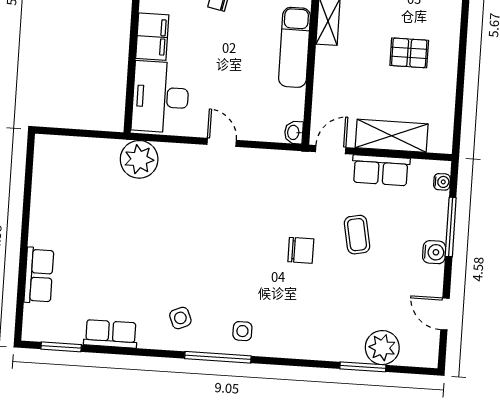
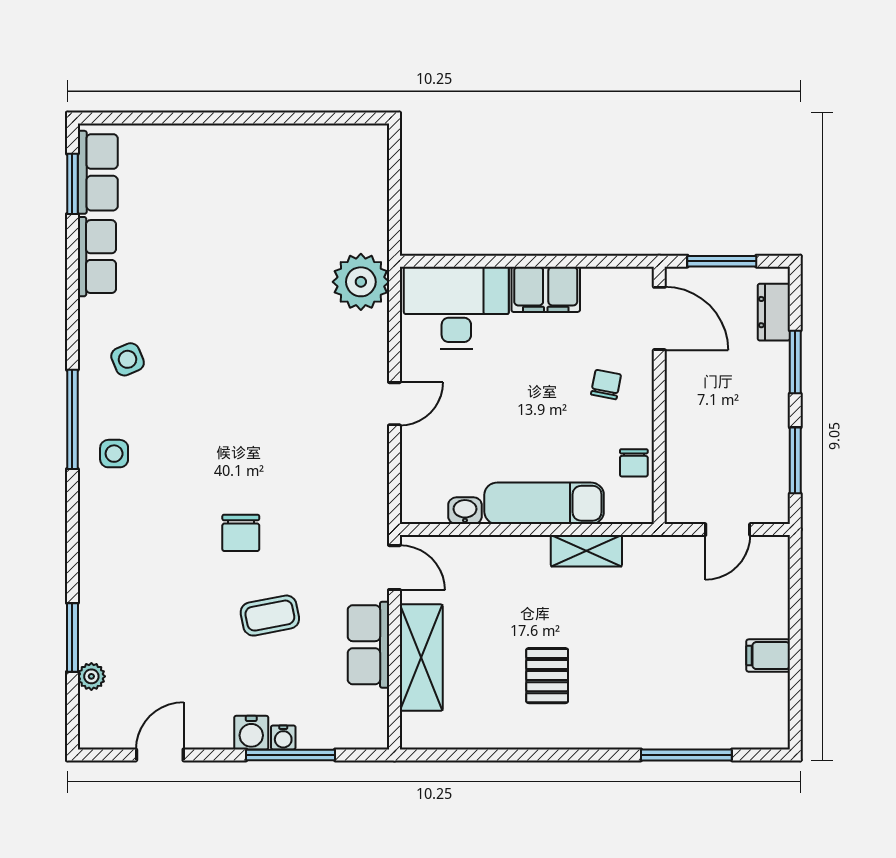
washbasin: (294, 132) -> (465, 511), moved
water cooler: (442, 182) -> (283, 737), moved
row of seats: (39, 275) -> (98, 172), moved, turned -90
plant: (382, 348) -> (91, 676), width x0.53, depth x0.53

